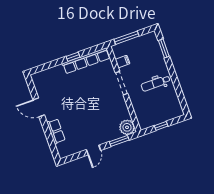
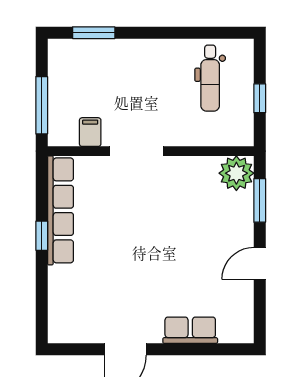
dental chair: (156, 83) -> (210, 78), moved
door: (93, 150) -> (260, 263), swing flipped

